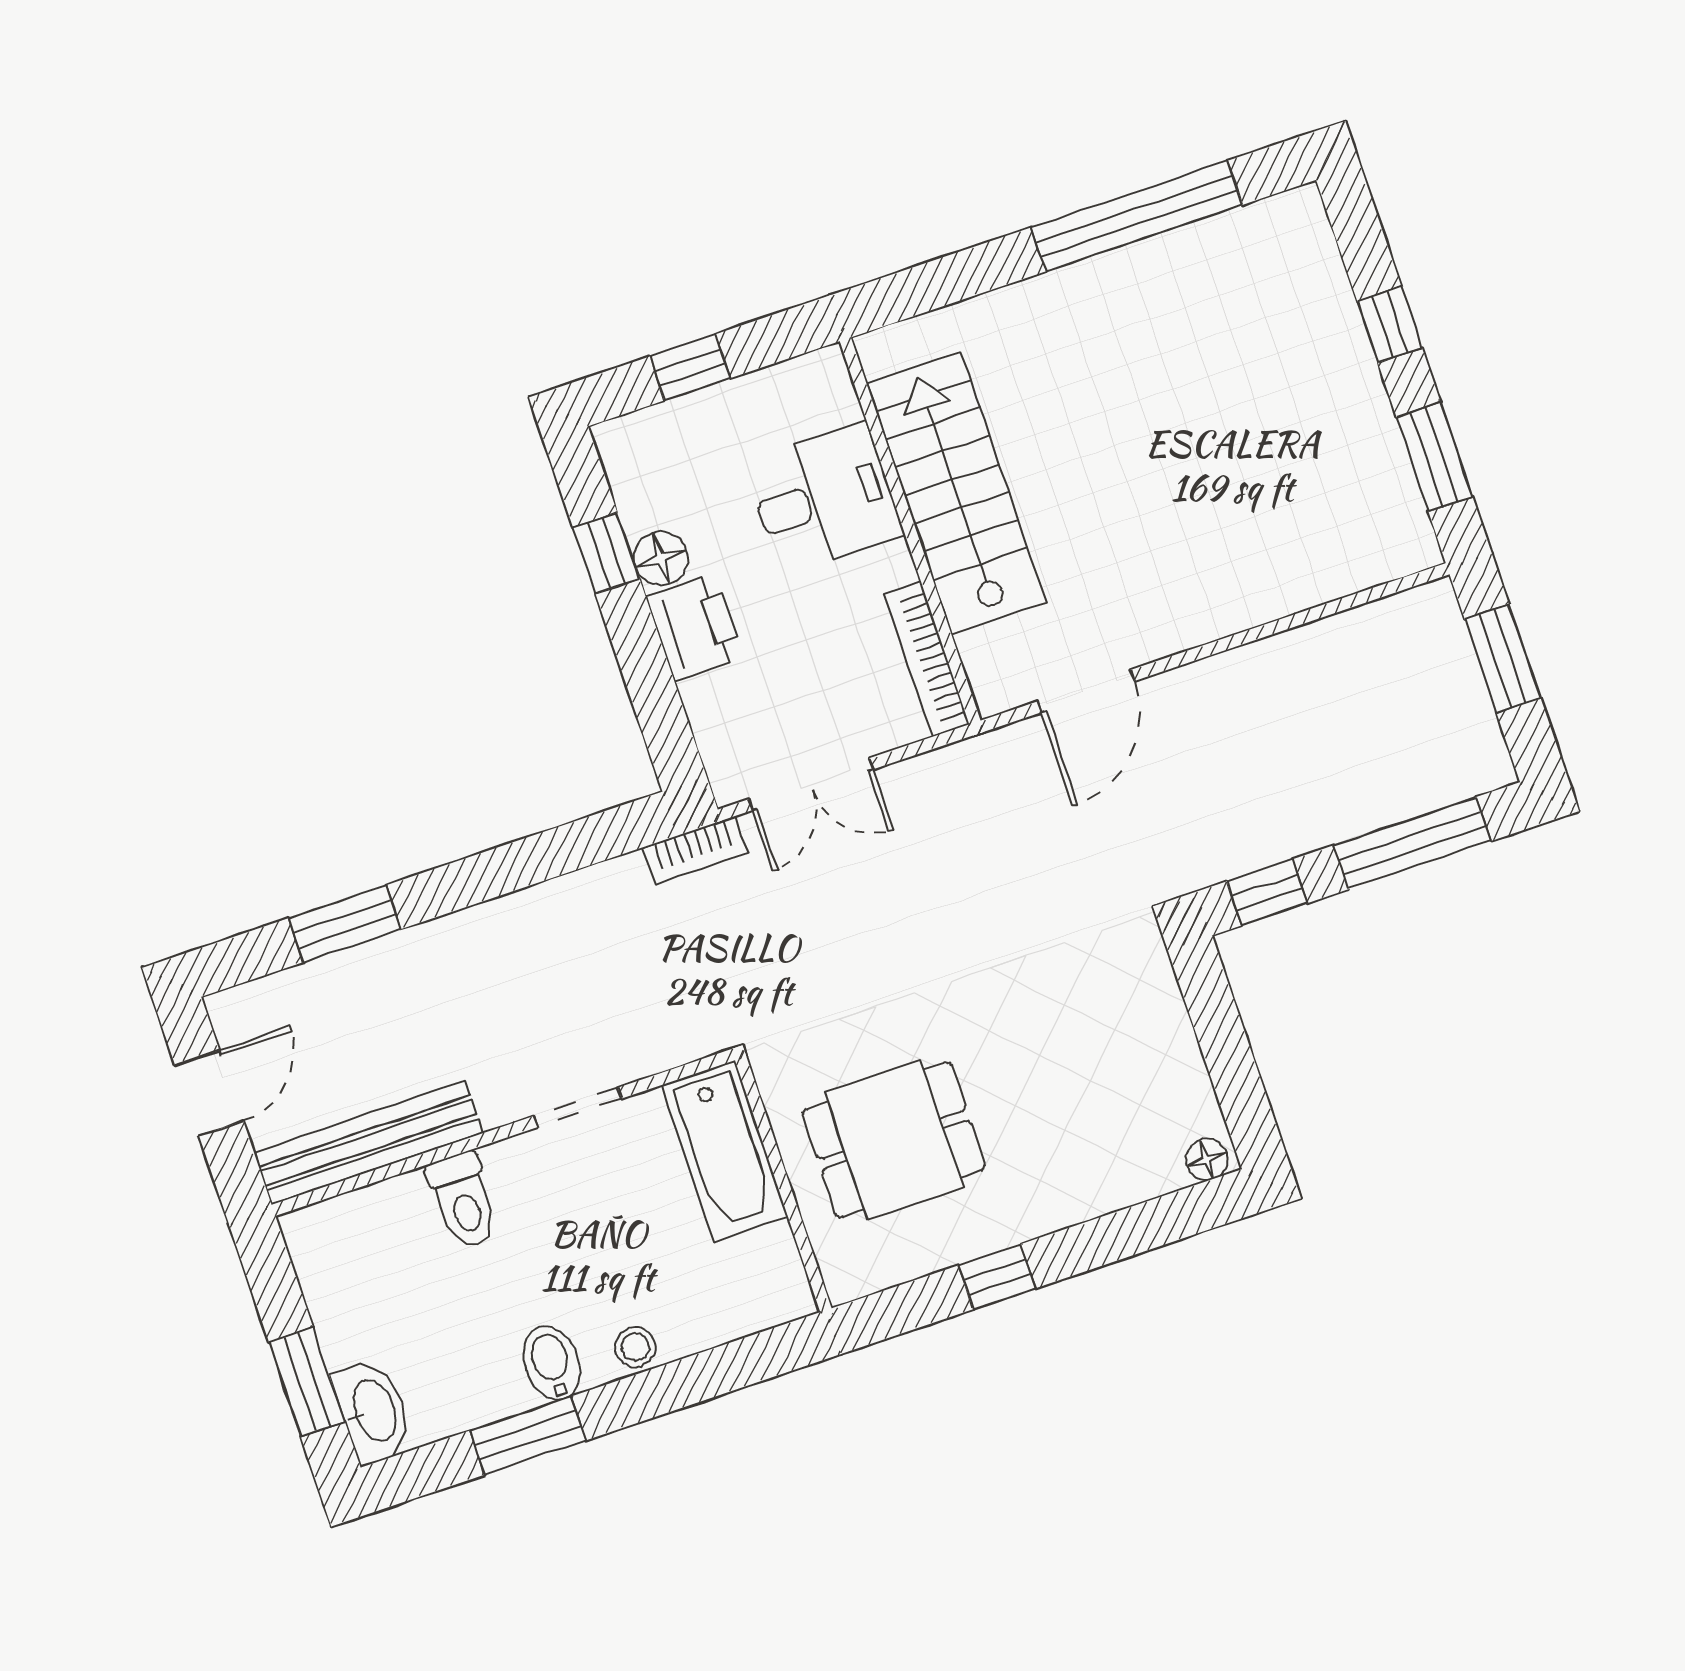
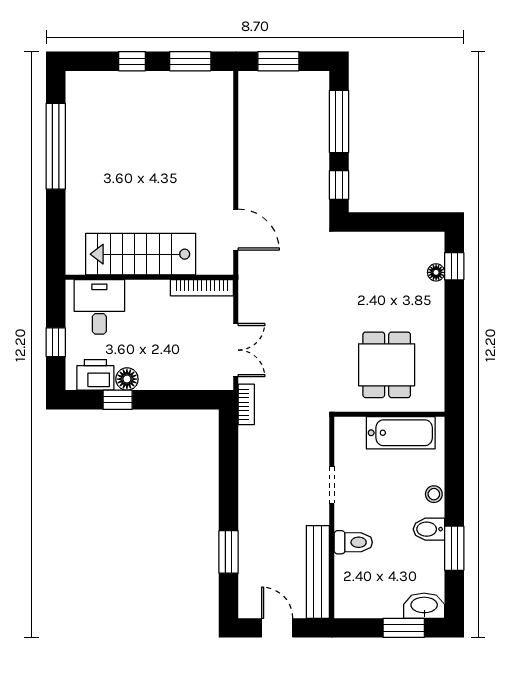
desk: (824, 498) -> (99, 307), moved
printer: (695, 627) -> (95, 375), moved
bathtub: (725, 1151) -> (401, 433), moved
floor lamp: (1207, 1159) -> (436, 272), moved
window: (997, 1277) -> (454, 266), moved

